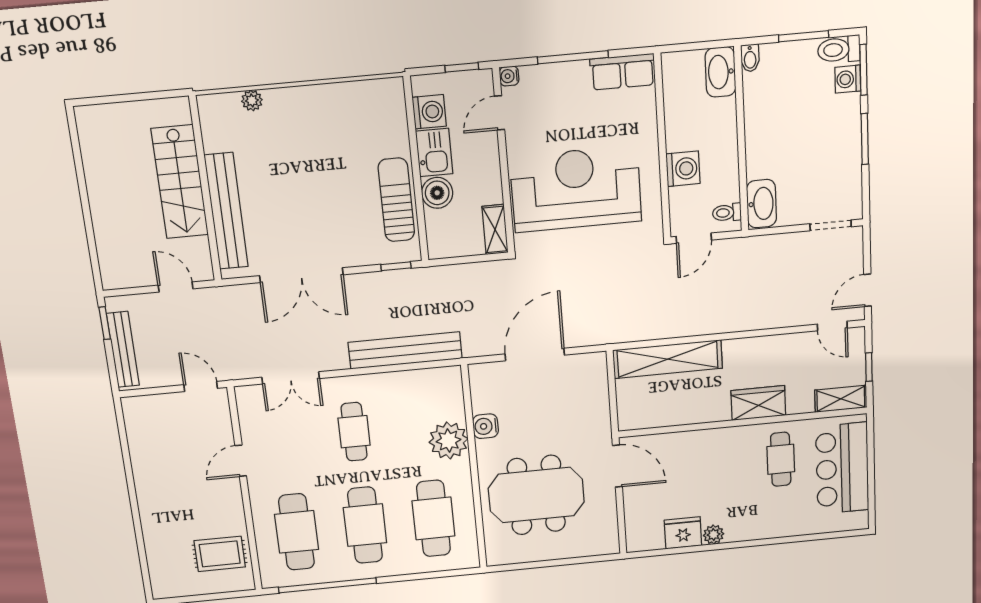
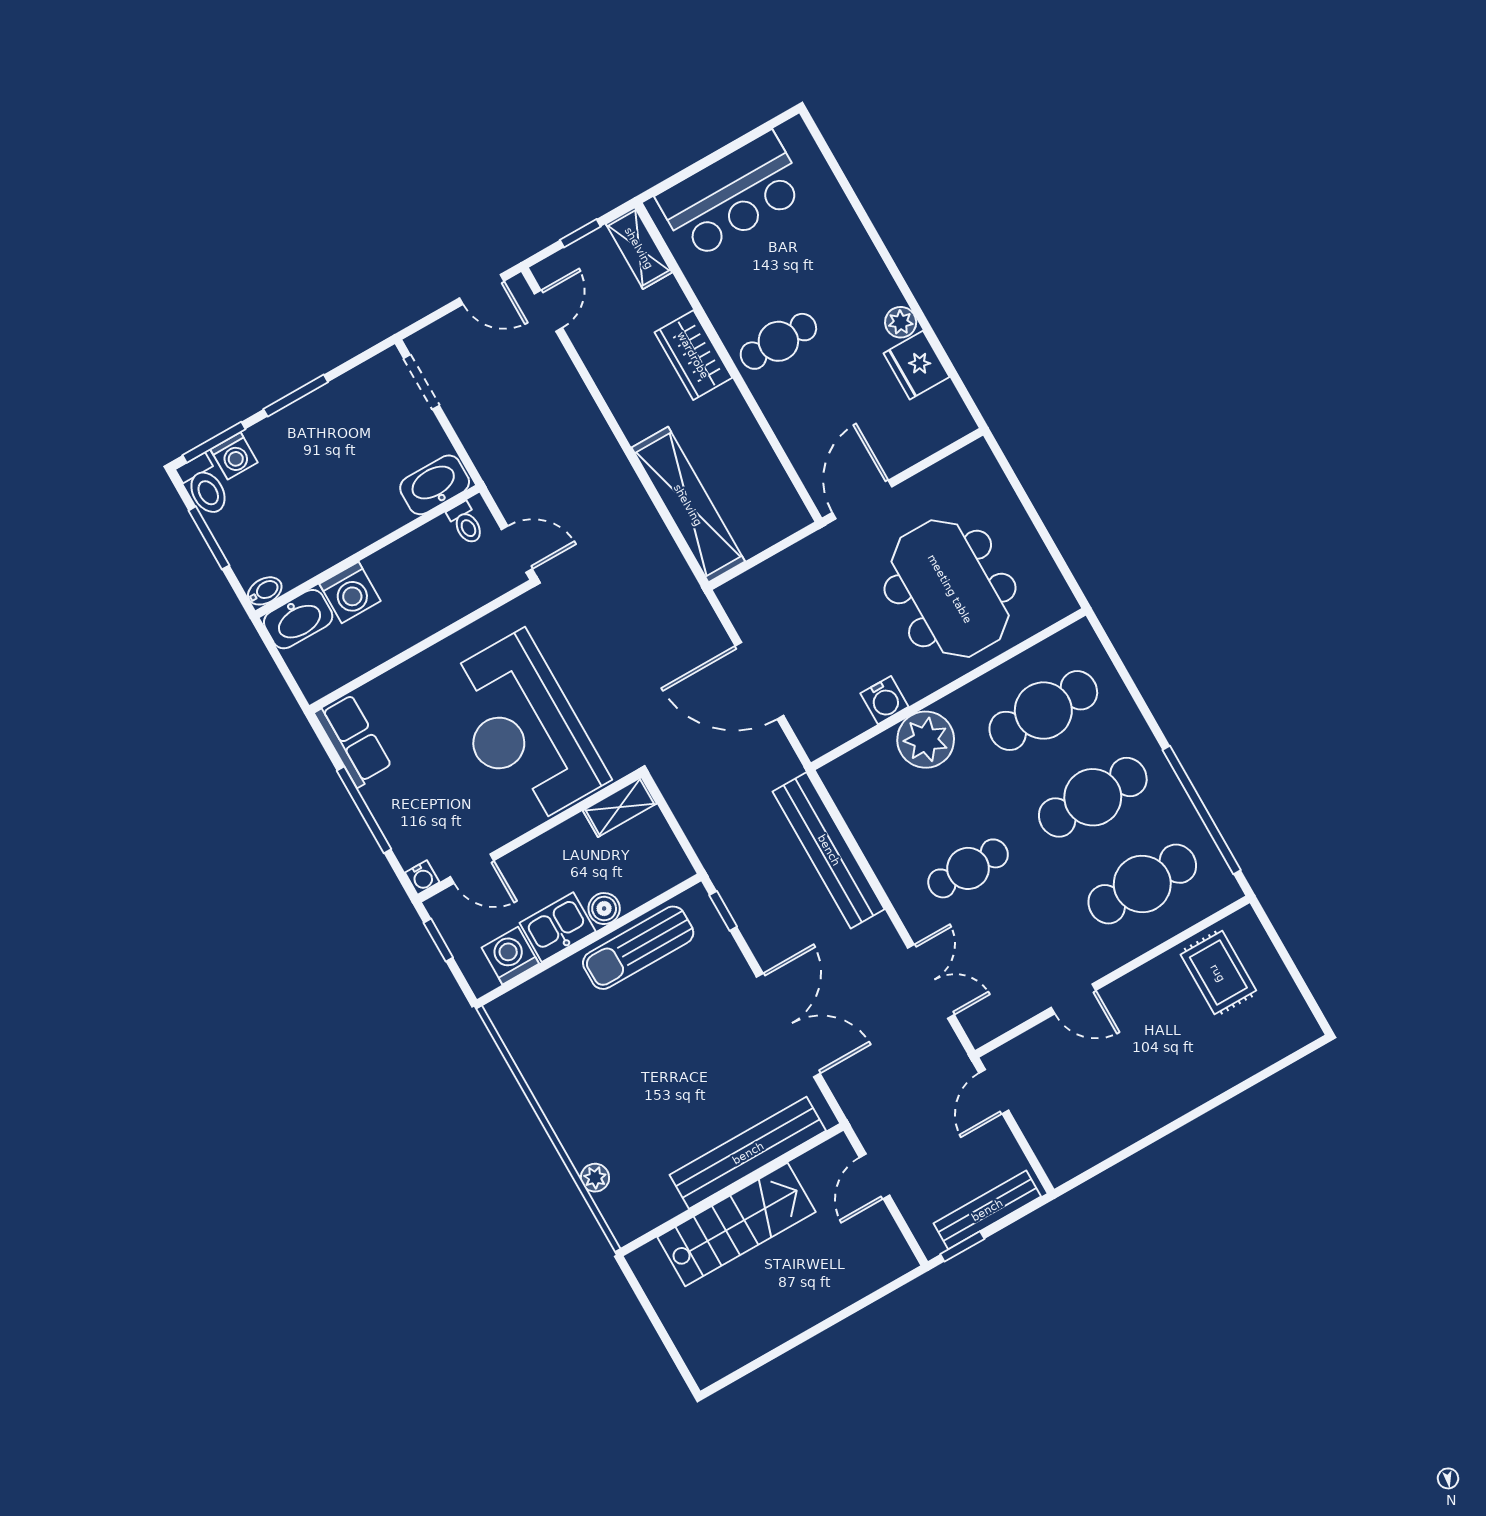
washing machine: (683, 169) -> (350, 592), moved, turned 180
boiler: (437, 193) -> (604, 909), width x0.73, depth x0.73
cafe table: (781, 459) -> (778, 341), moved

